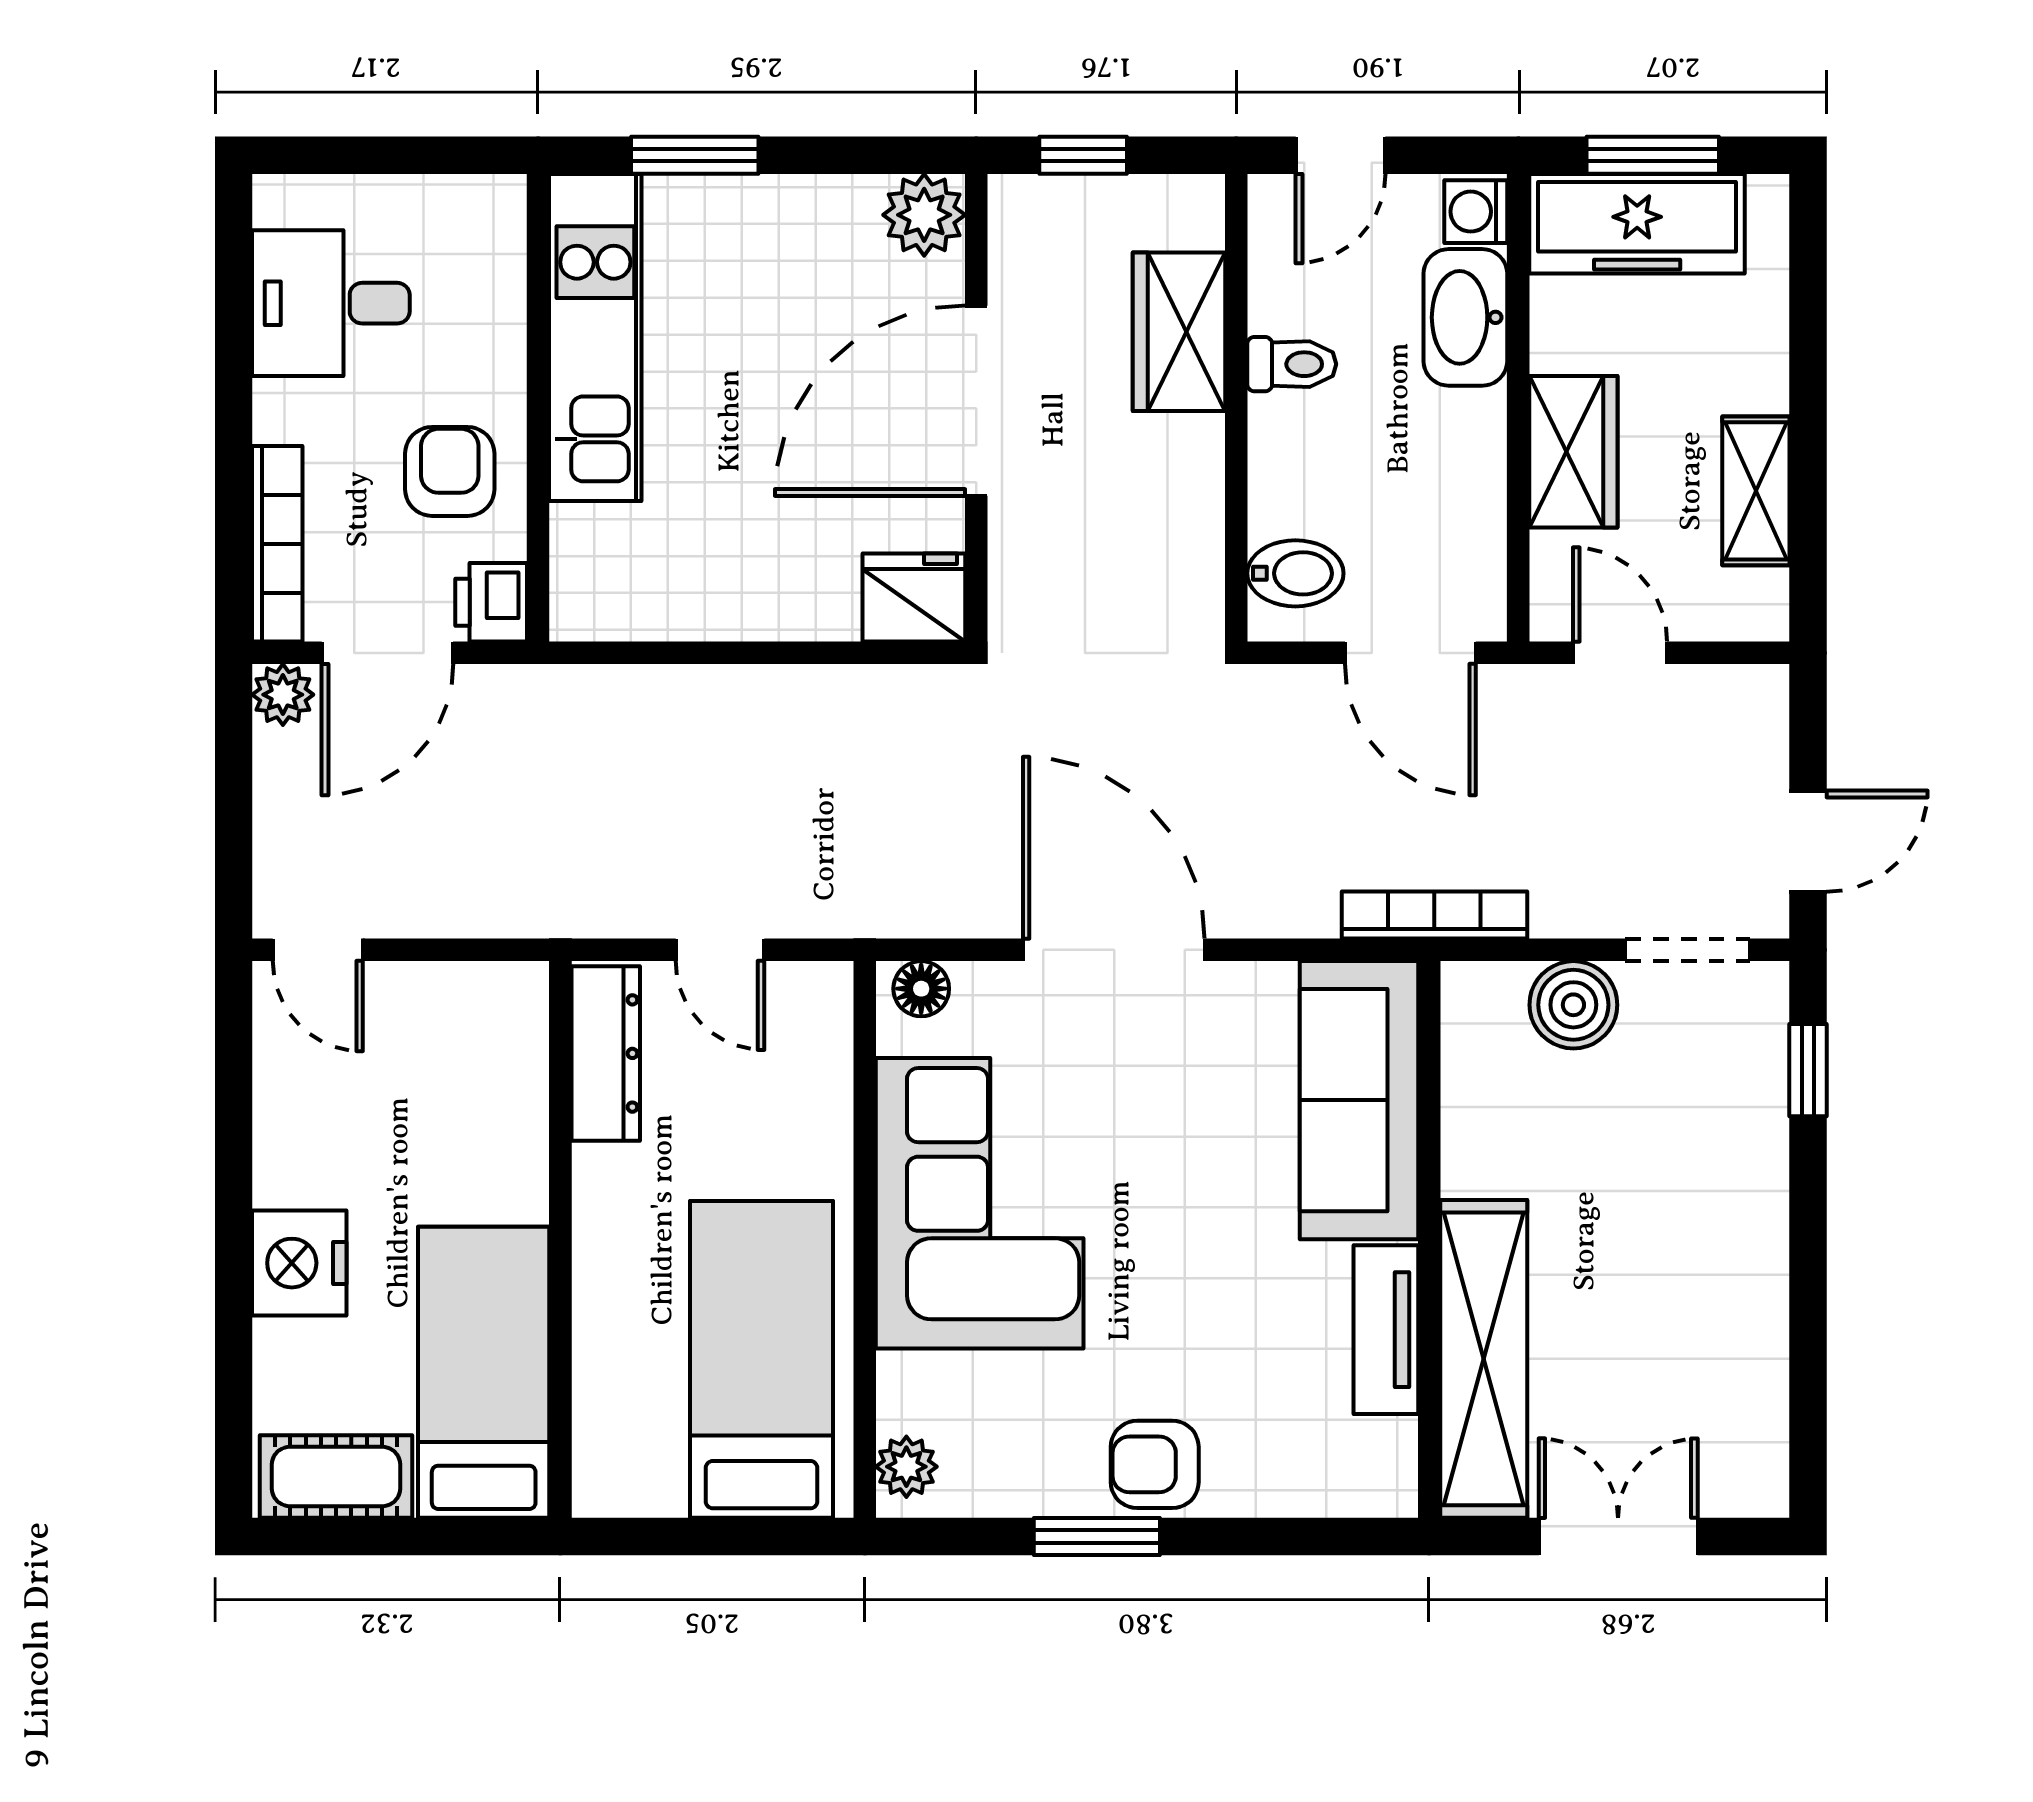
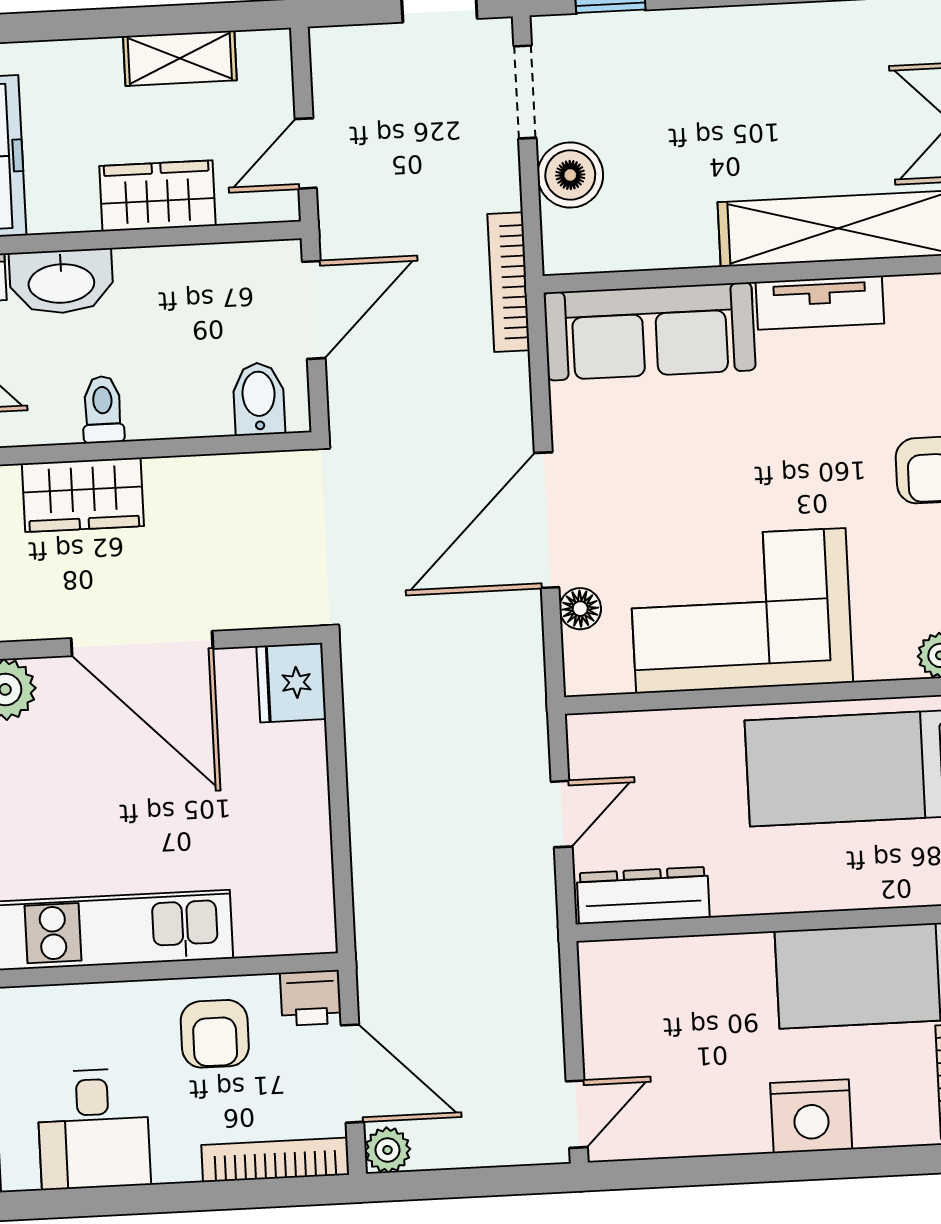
armchair: (450, 471) -> (215, 1034), turned -90
floor lamp: (921, 989) -> (580, 609), moved

